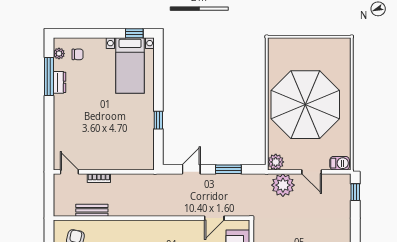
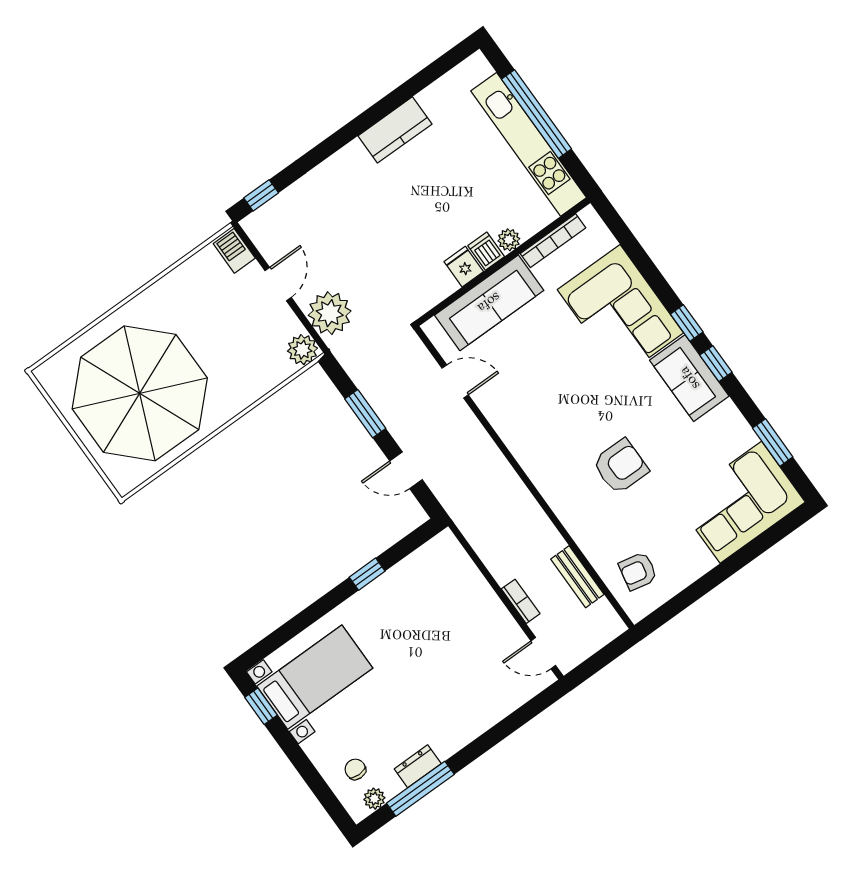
parasol: (305, 105) -> (140, 393), moved
door: (69, 172) -> (543, 653), hinge flipped

